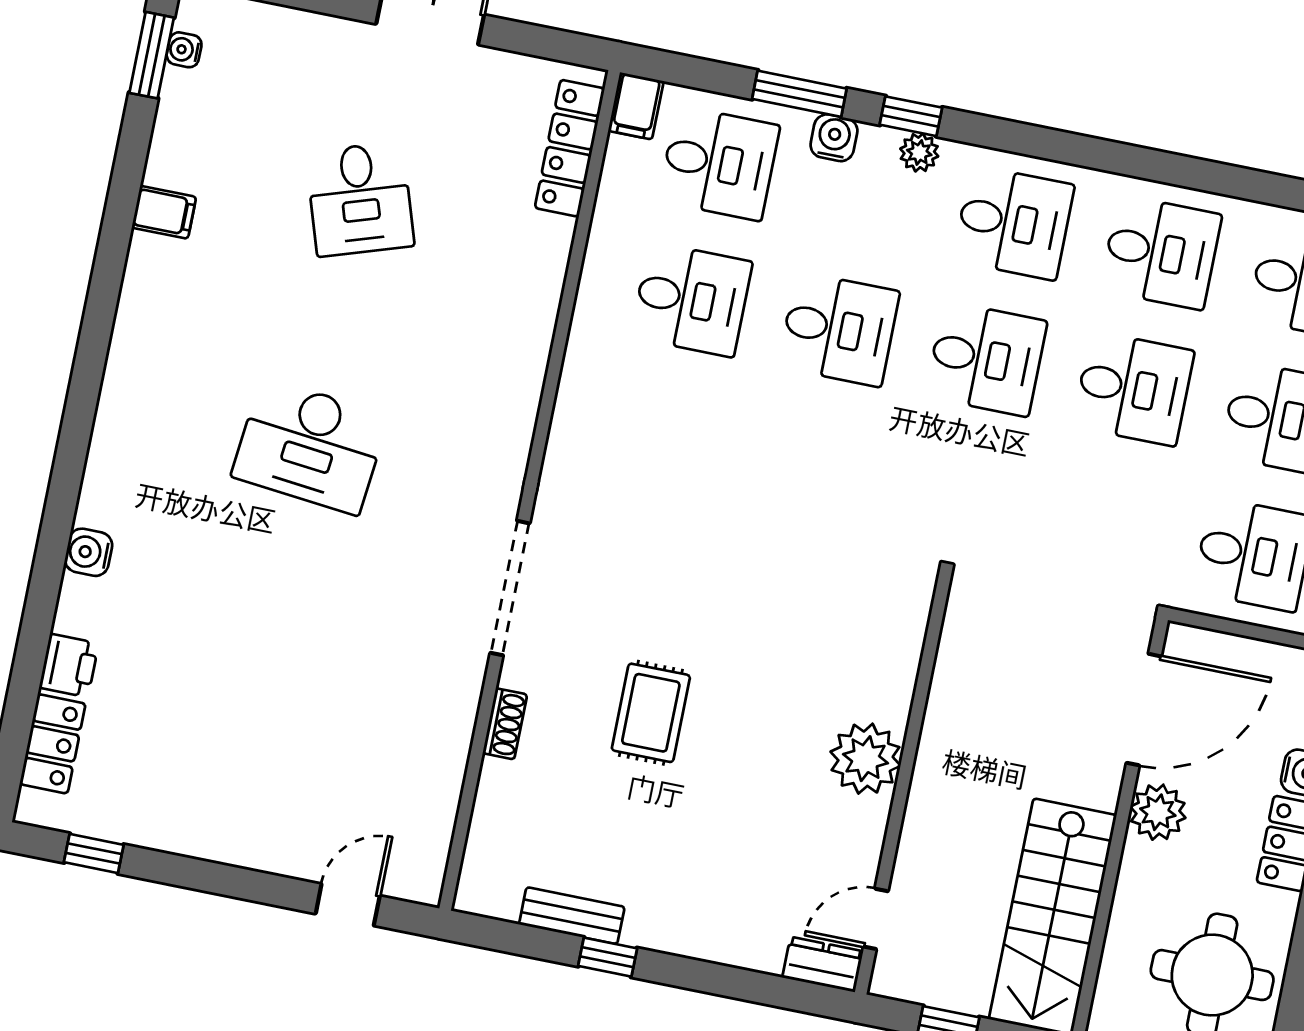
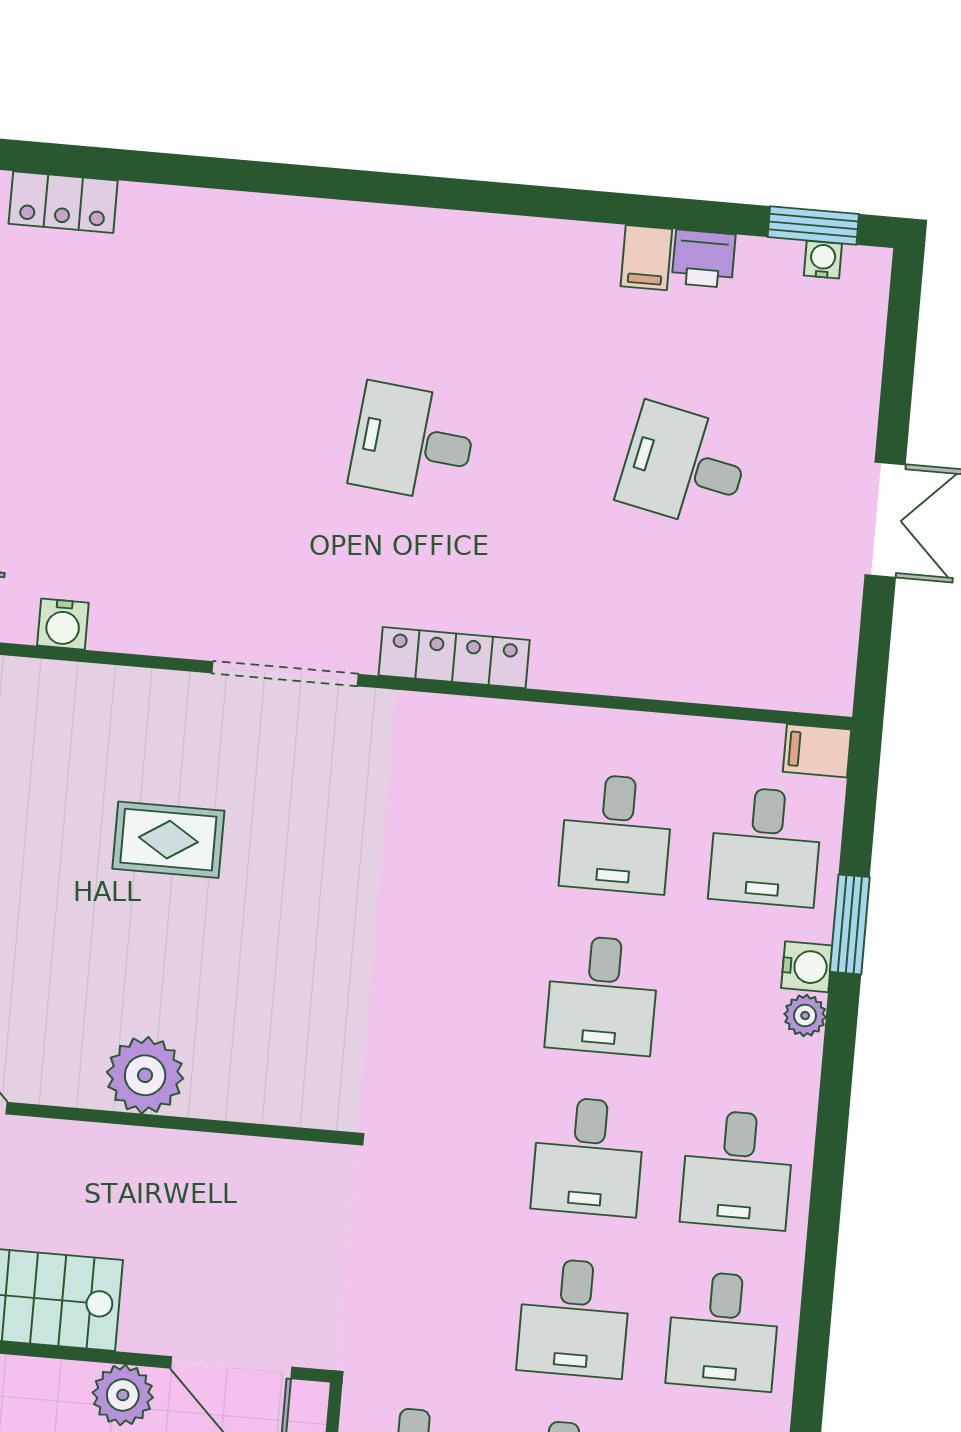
window: (911, 116) -> (839, 1047), removed
locker: (570, 148) -> (454, 658), moved
plant: (919, 152) -> (805, 1016), moved
desk: (360, 199) -> (684, 466), turned 30
desk: (310, 446) -> (413, 442), width x0.73
water cooler: (89, 552) -> (63, 624), moved, turned 180
printer: (69, 665) -> (704, 259), moved
shoe rack: (505, 724) -> (139, 685), removed

